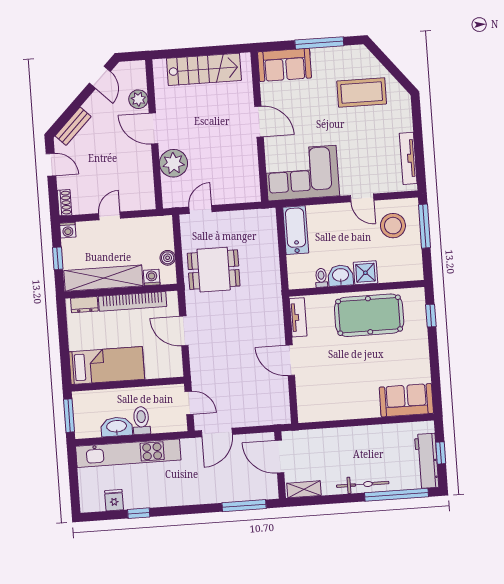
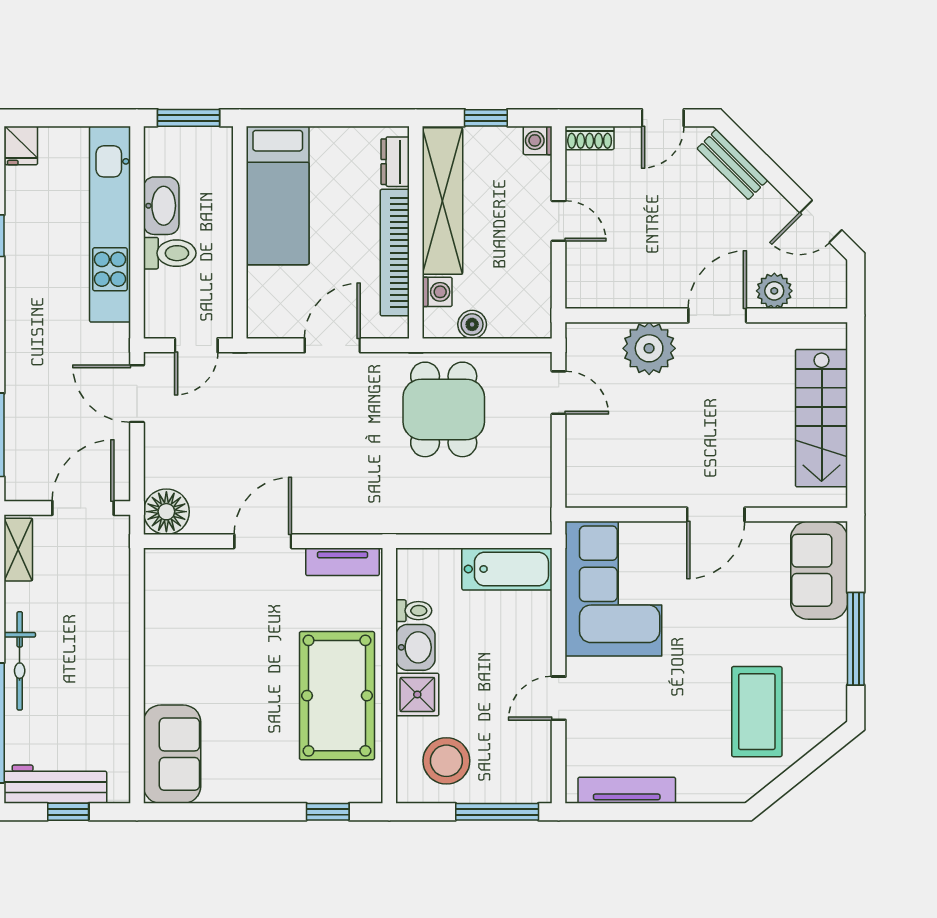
stool: (393, 226) -> (446, 761), moved
floor lamp: (278, 412) -> (166, 512), added
fridge: (114, 500) -> (21, 146), moved, turned 90

